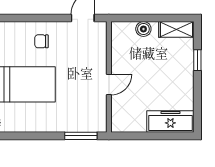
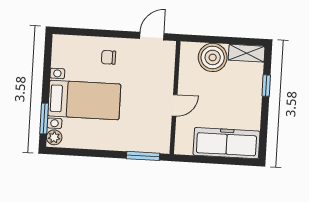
boiler: (143, 29) -> (213, 57), width x1.86, depth x1.86
freezer: (170, 121) -> (227, 143), width x1.36, depth x1.26

